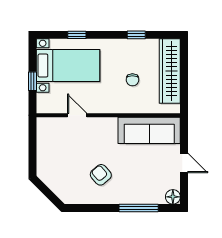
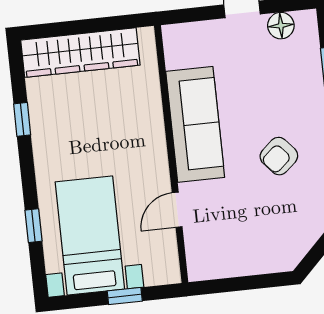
chair: (132, 80) -> (103, 118), removed
sofa: (149, 130) -> (195, 124), moved
floor lamp: (173, 197) -> (281, 26), moved

